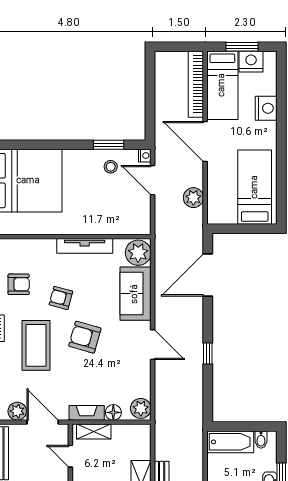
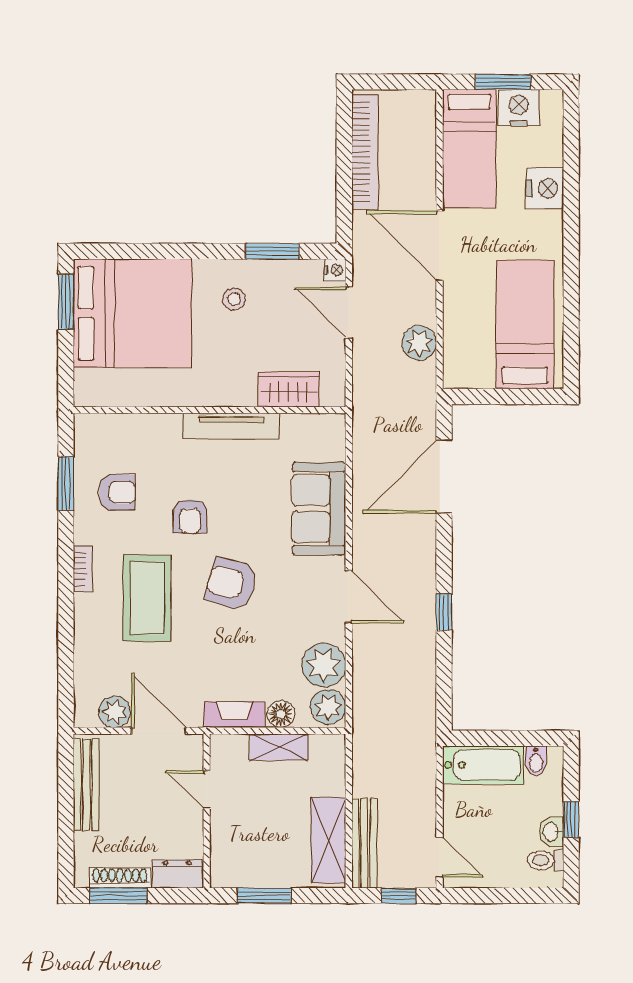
bookcase: (196, 84) -> (365, 152), moved, turned 180
stool: (111, 167) -> (234, 299), moved
wardrobe: (118, 225) -> (288, 389), added
plant: (138, 253) -> (324, 665), moved
armchair: (61, 298) -> (190, 516), turned -105
shelving: (94, 432) -> (279, 747), moved

